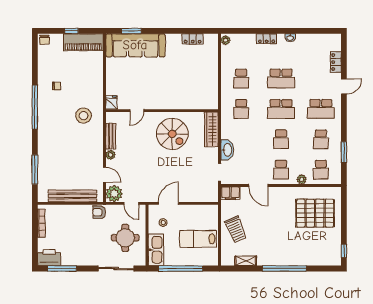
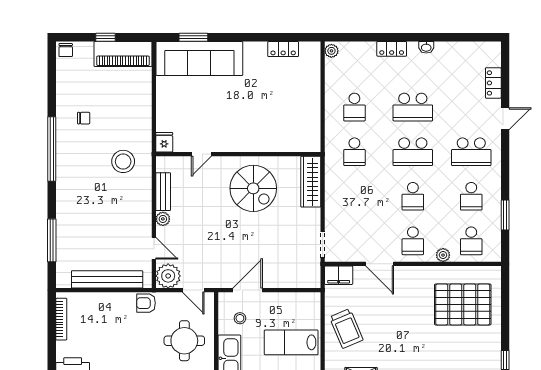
washbasin: (227, 150) -> (334, 212), removed

